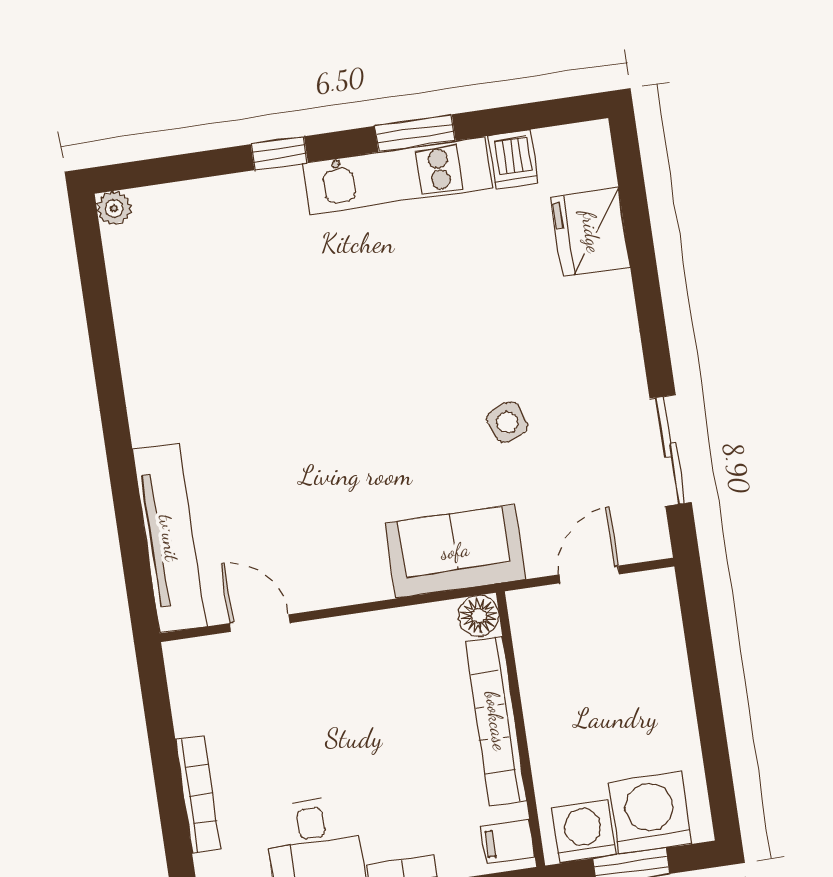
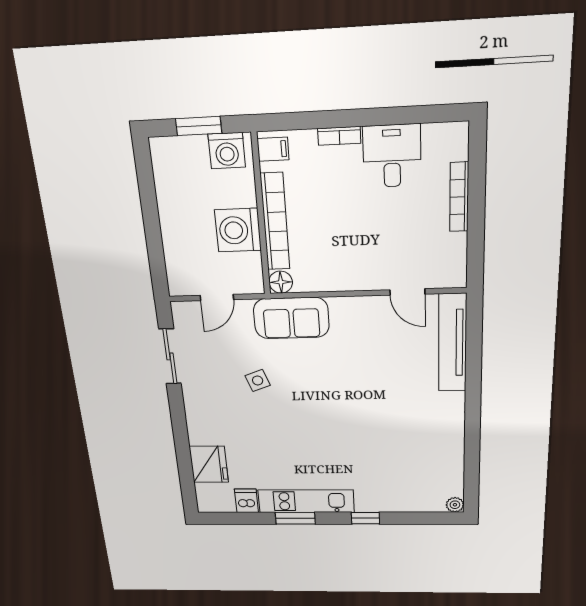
washing machine: (650, 813) -> (238, 230), moved, turned 90

